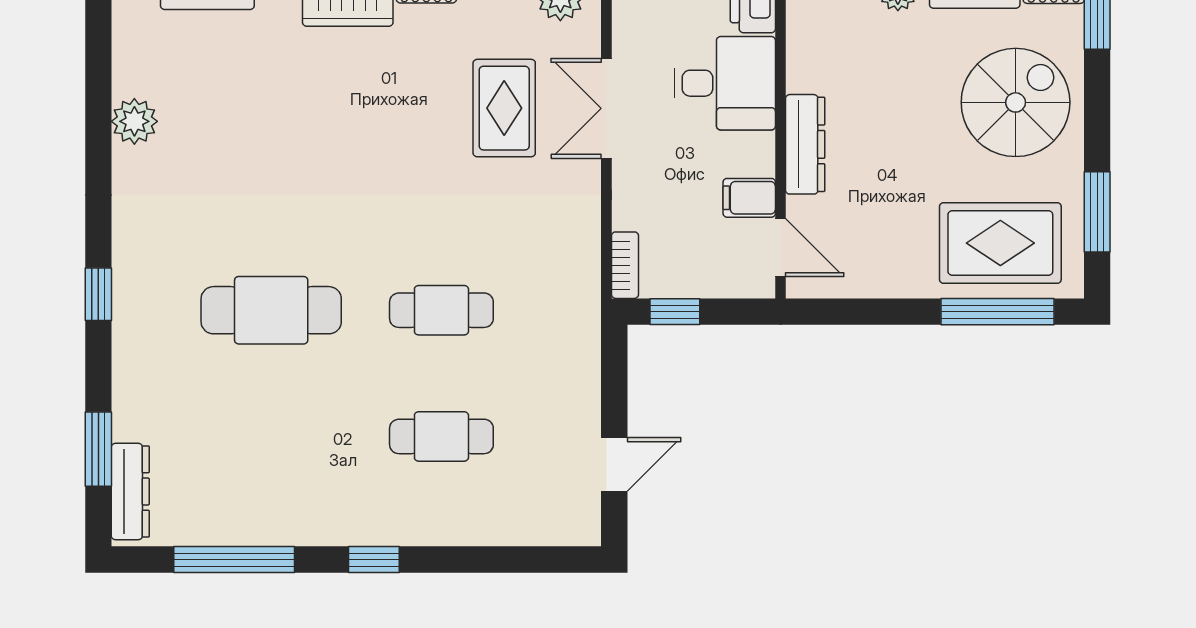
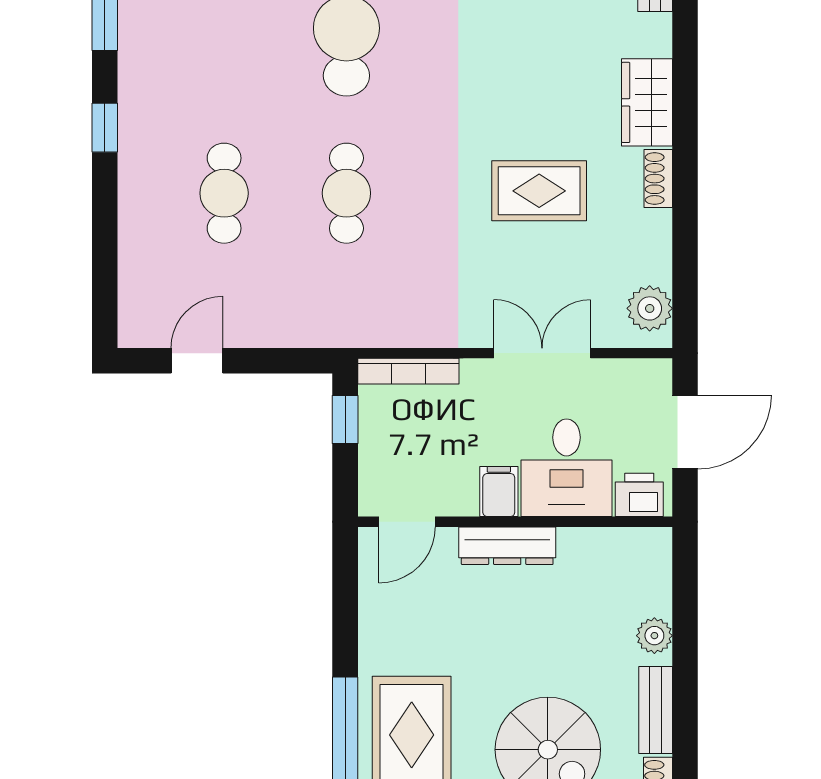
rug: (504, 108) -> (539, 191), moved
filing cabinet: (749, 198) -> (499, 491), moved
bookcase: (625, 265) -> (408, 371), width x1.56
door: (614, 464) -> (197, 361), swing flipped

